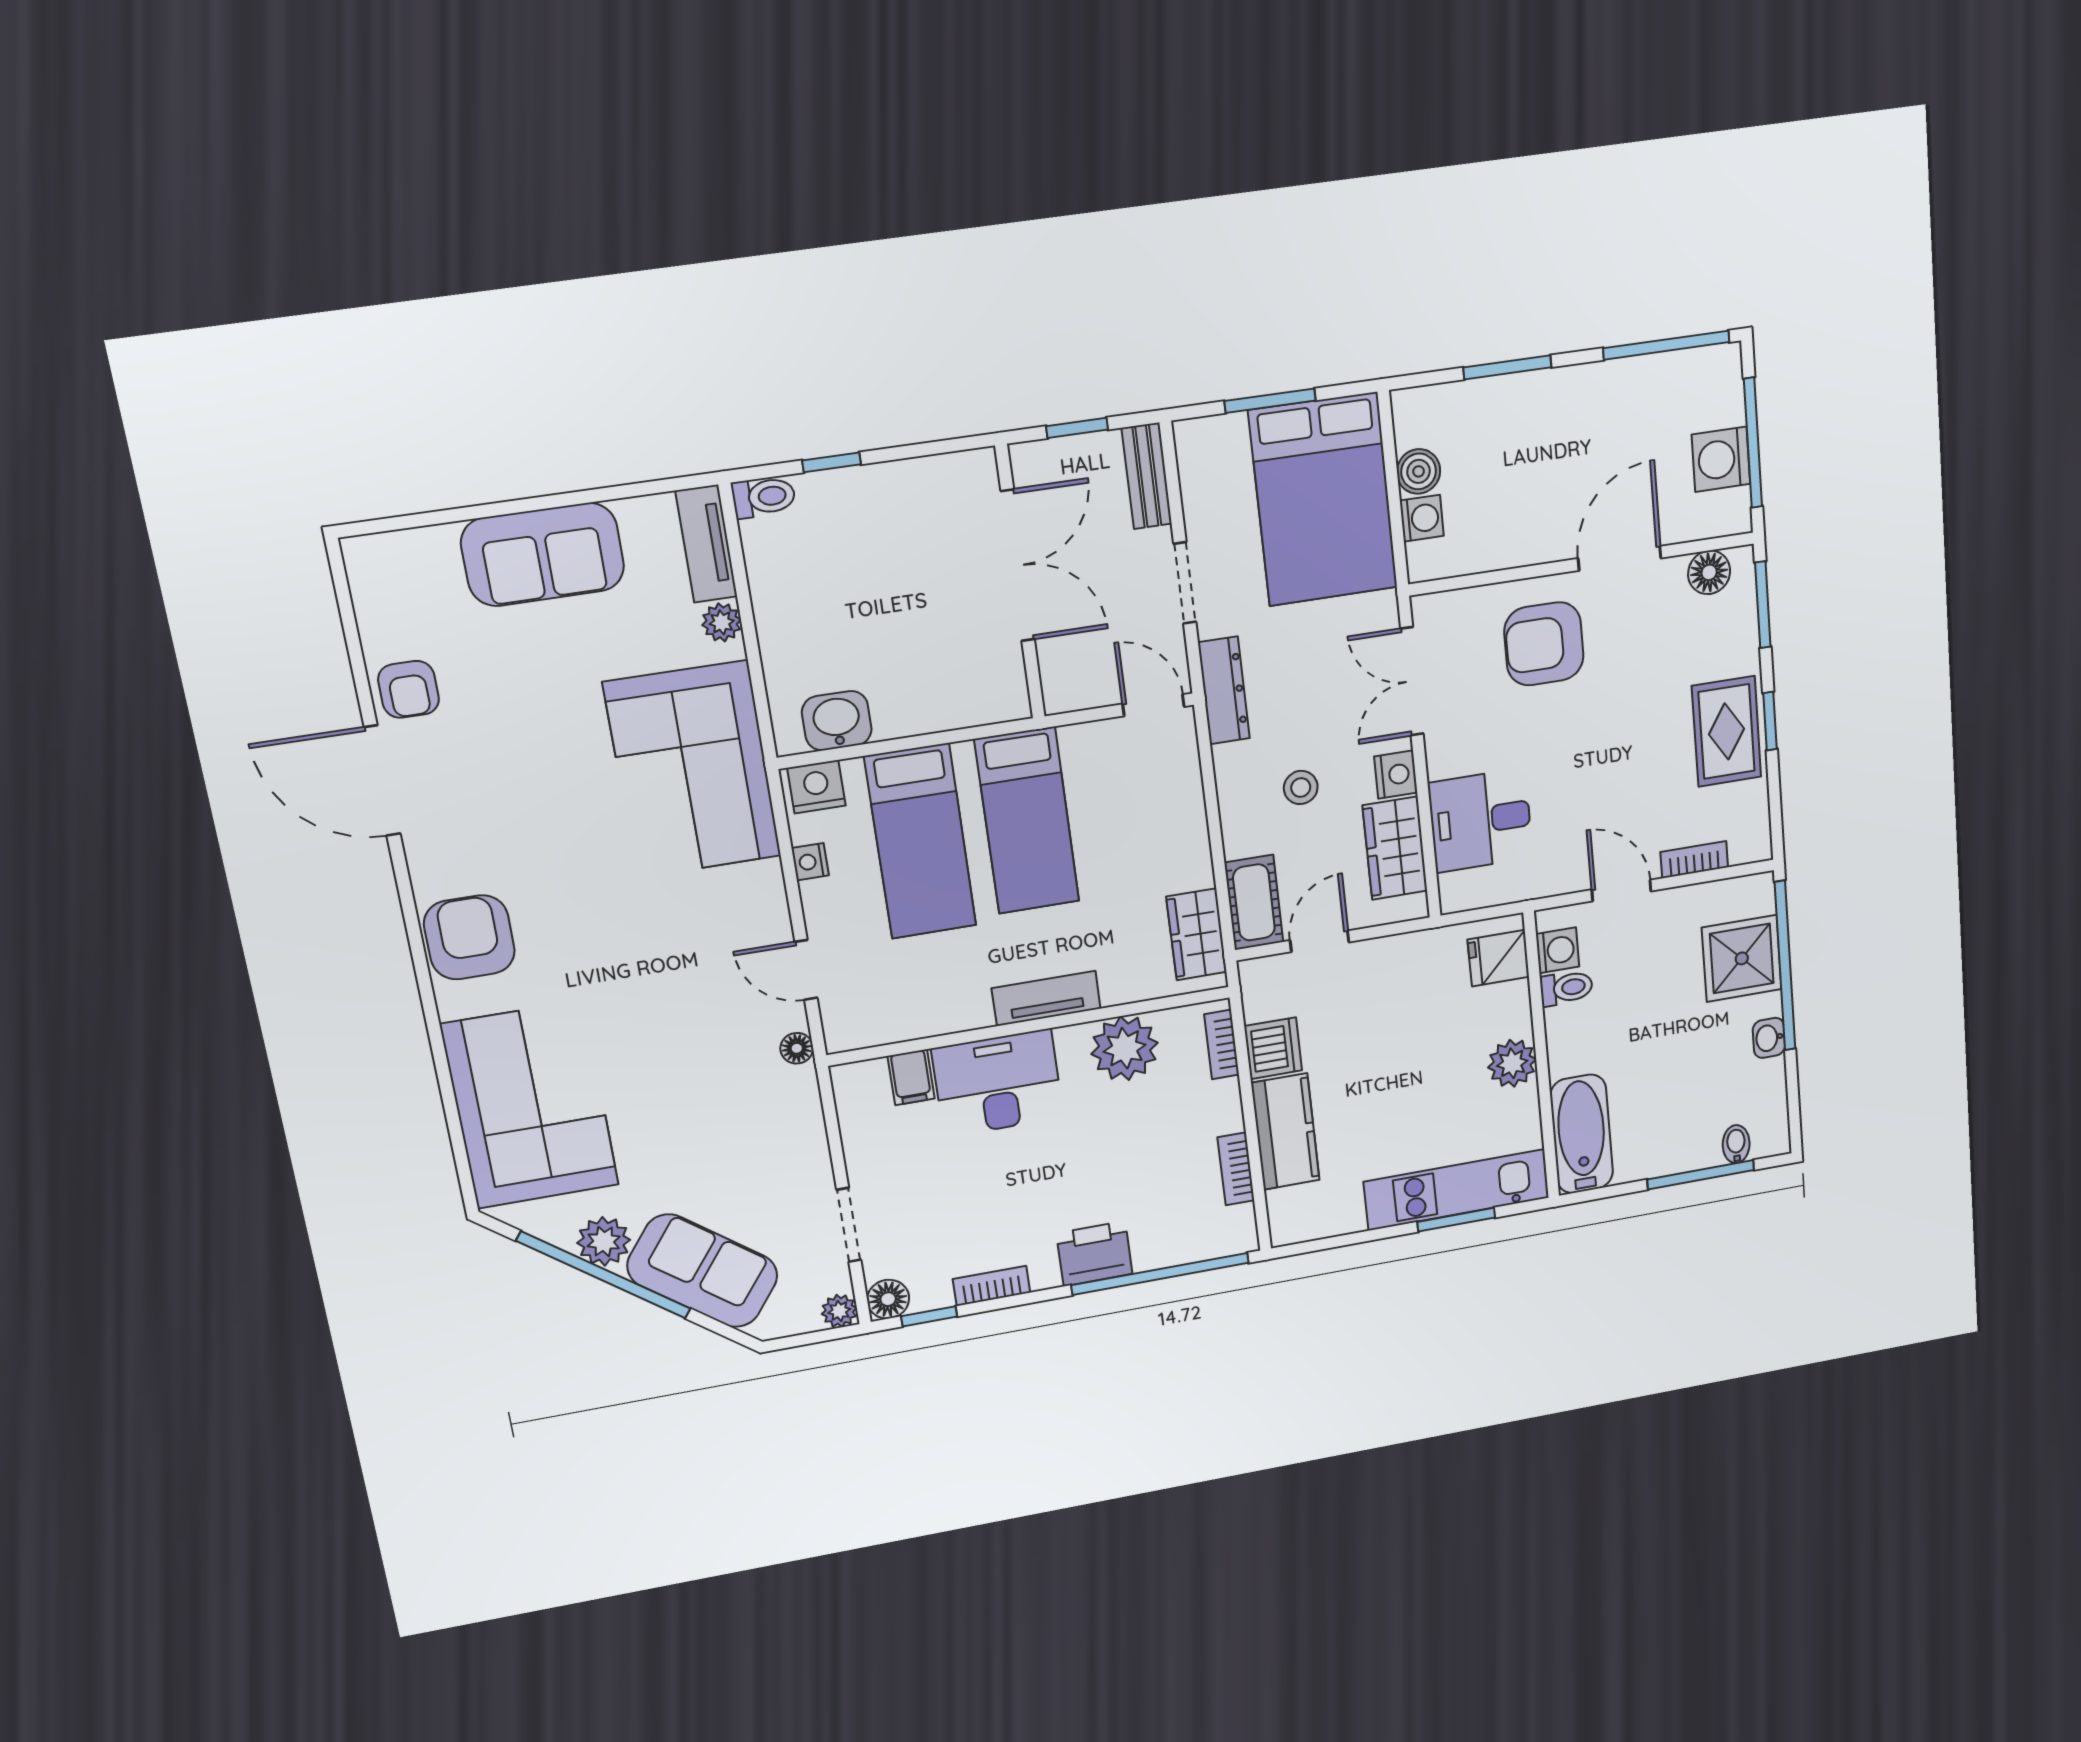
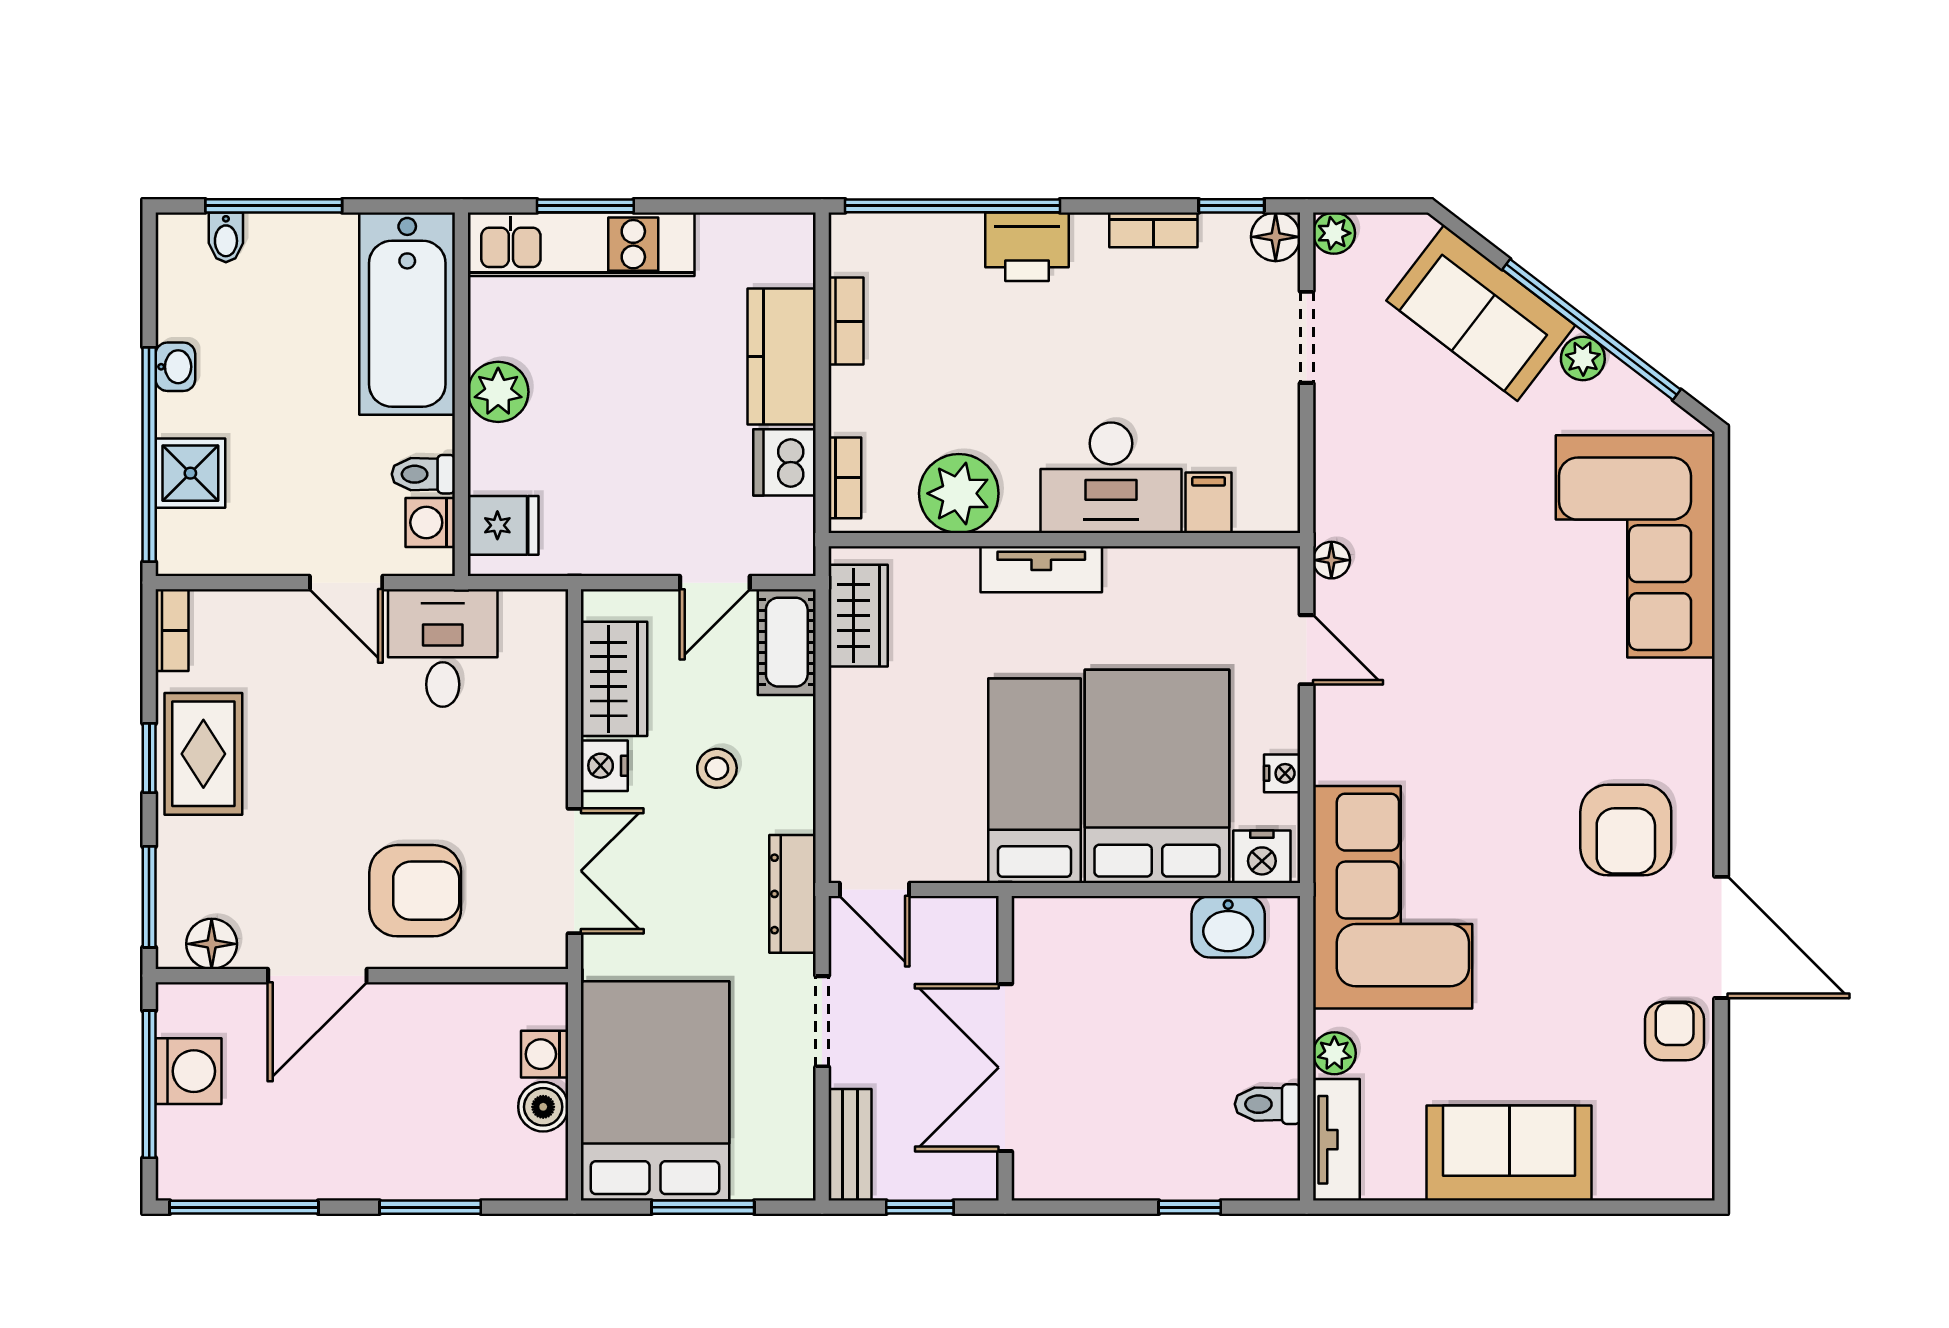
toilet: (764, 497) -> (1268, 1104), moved
desk: (1481, 820) -> (443, 648), moved, turned -90
bed: (920, 841) -> (1157, 776), width x1.50
bookcase: (1694, 860) -> (172, 630), moved, turned -90
armchair: (469, 937) -> (1626, 830), moved
shower: (1742, 958) -> (190, 473), width x0.73, depth x0.73
bathtub: (1582, 1134) -> (407, 314), width x1.36, depth x1.36
plant: (604, 1241) -> (1583, 358), width x0.73, depth x0.73

